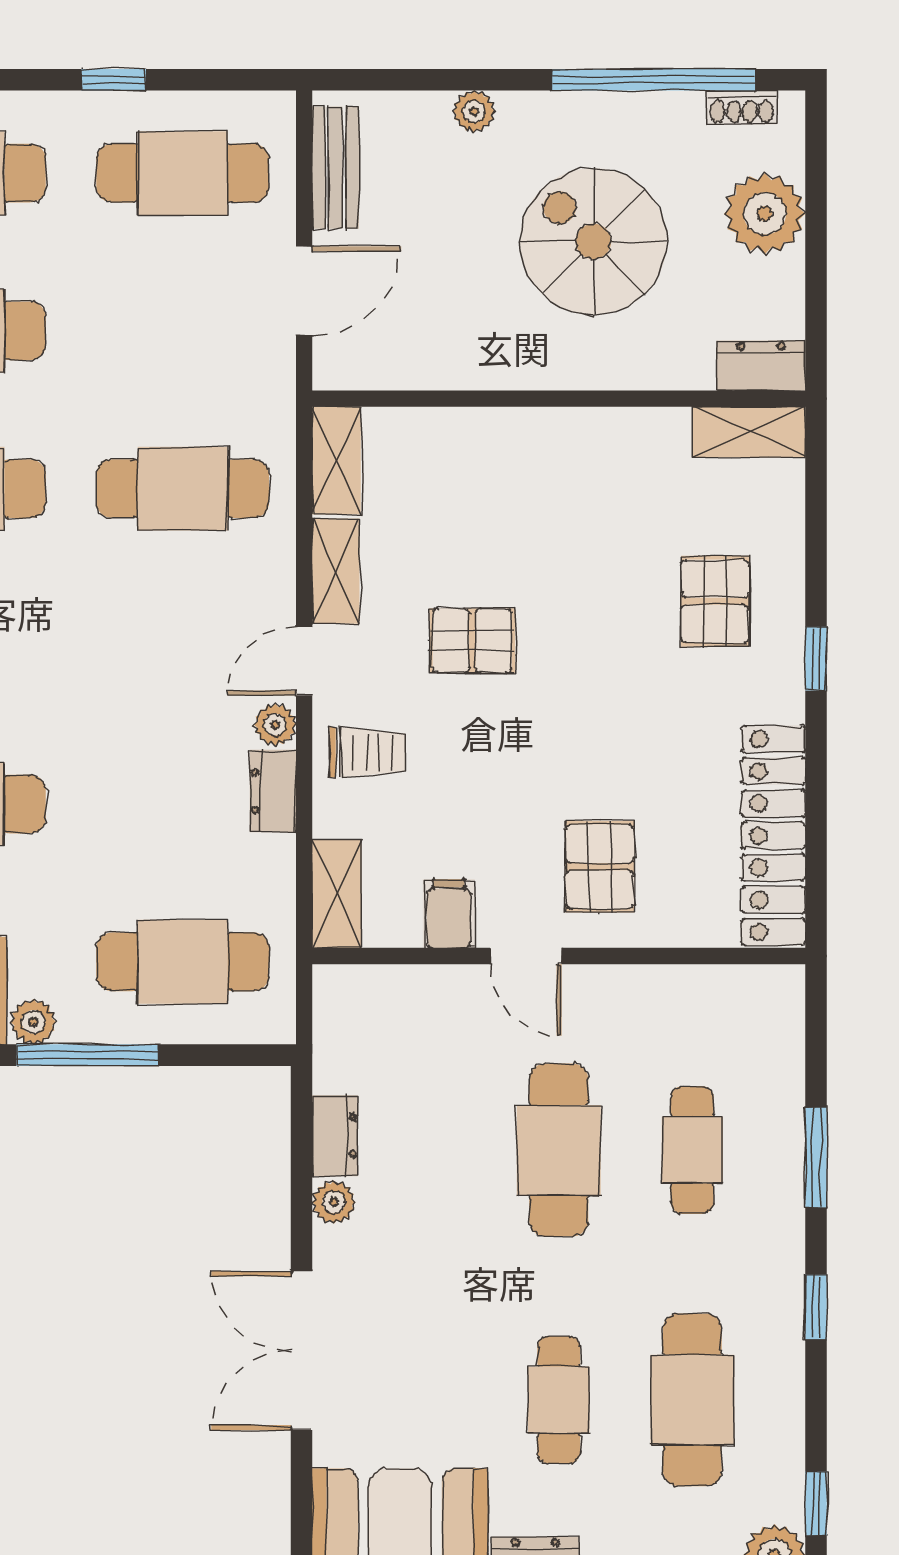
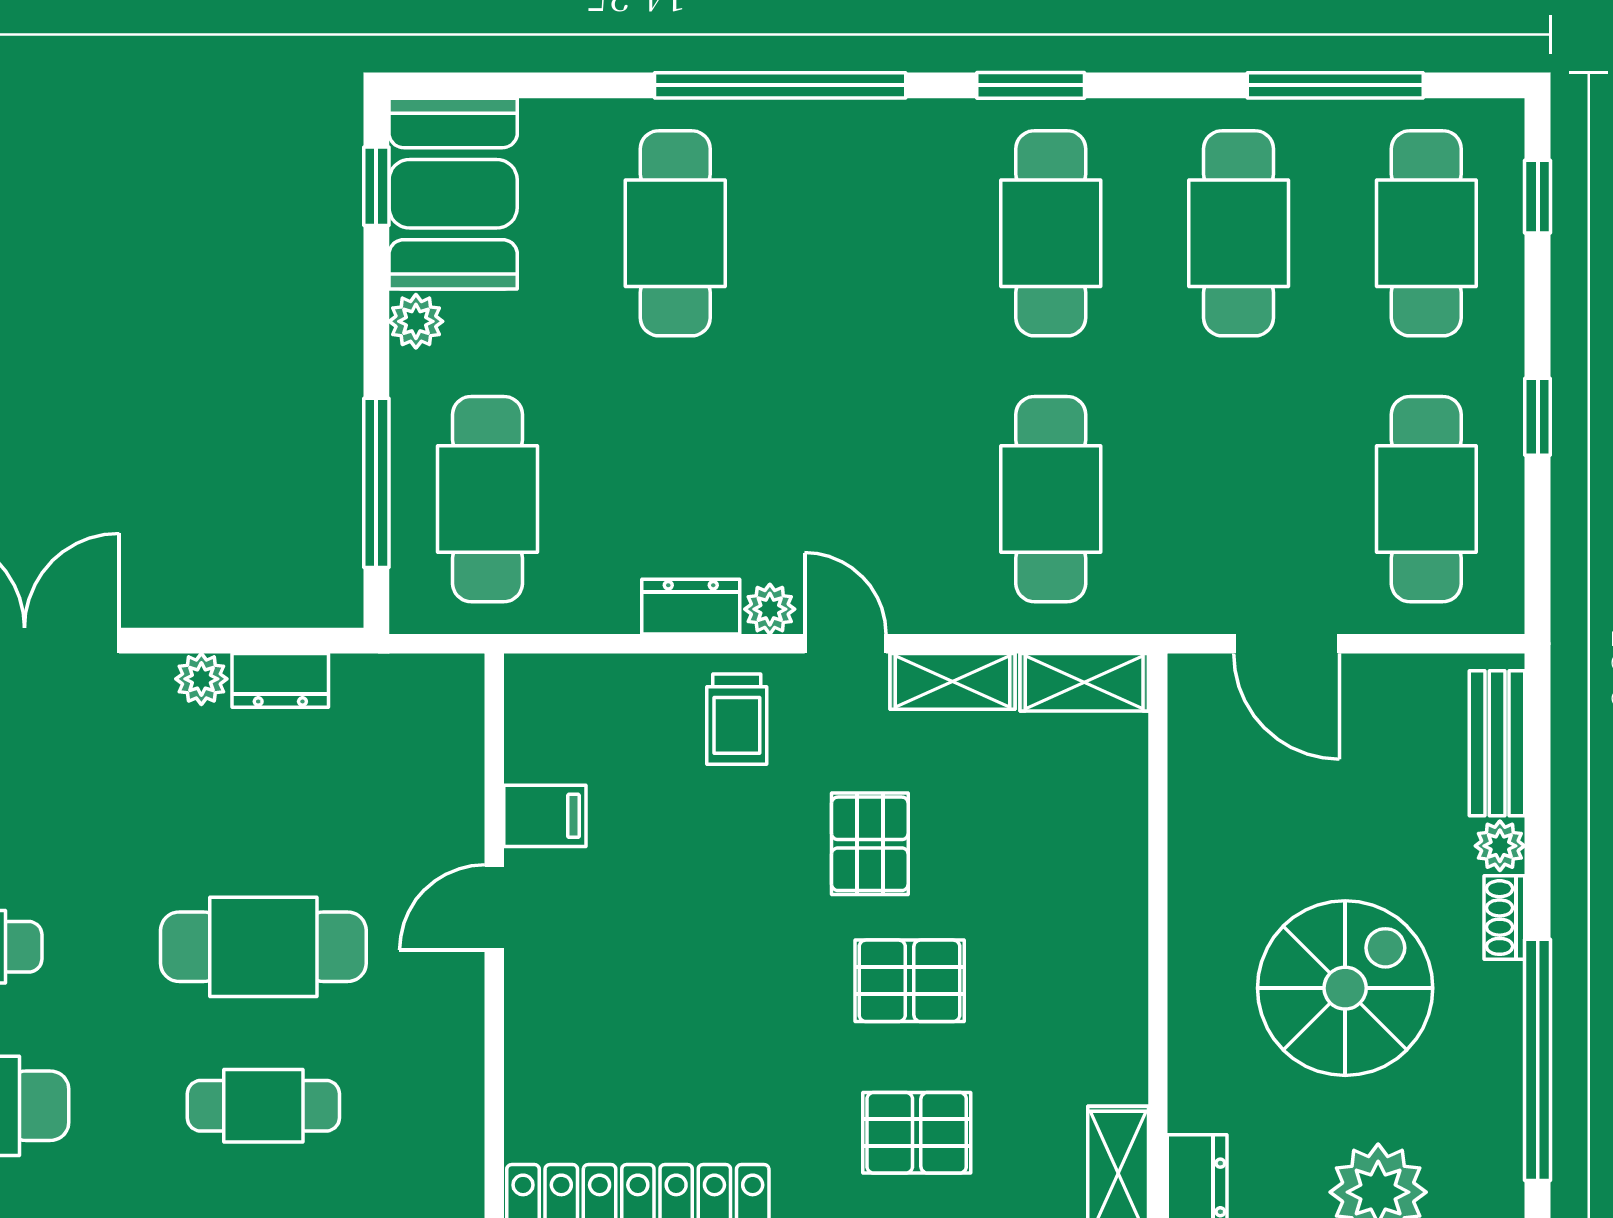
shoe rack: (742, 108) -> (1504, 918), moved
bench: (336, 168) -> (1497, 743), moved, turned 90
pallet: (600, 867) -> (910, 981), moved
shelving: (337, 893) -> (569, 682), removed
window: (88, 1055) -> (376, 483), moved

